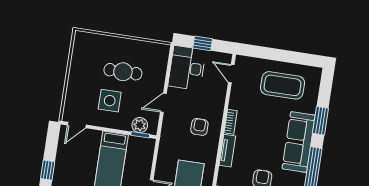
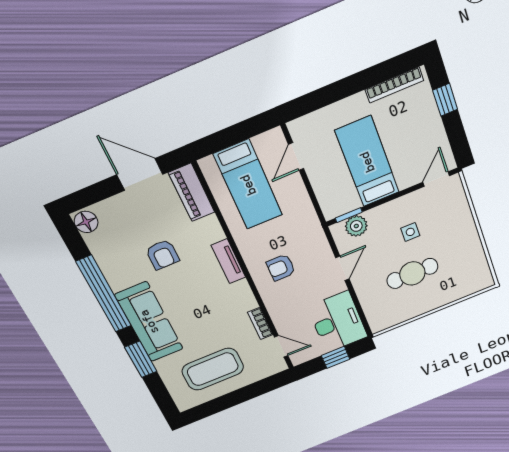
side table: (110, 101) -> (410, 232), width x0.54, depth x0.54
bookcase: (231, 122) -> (260, 324), moved
armchair: (199, 127) -> (281, 268), turned 90

